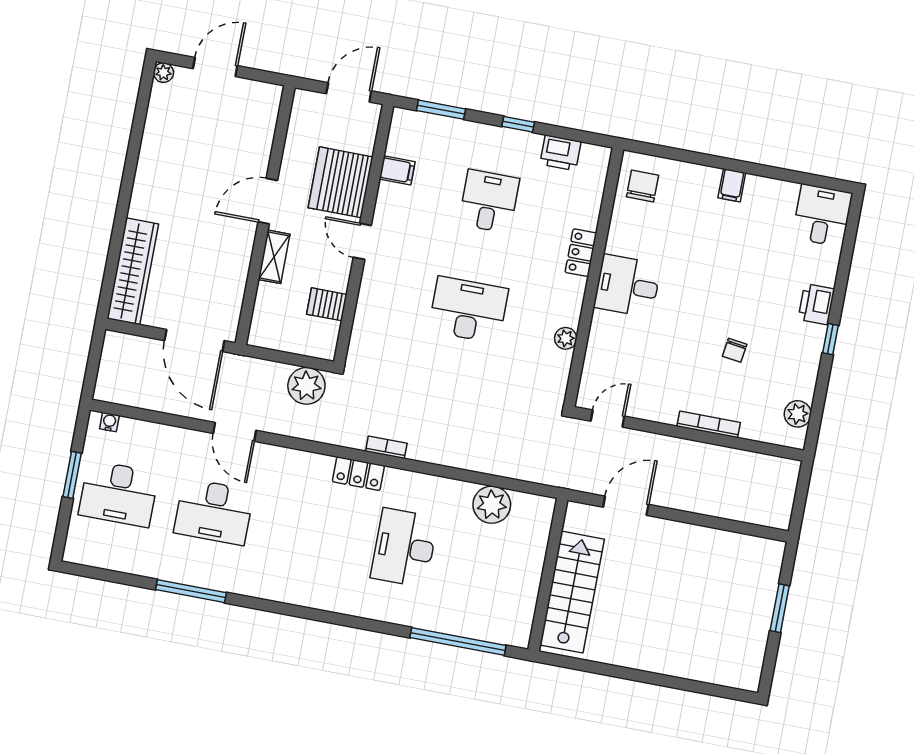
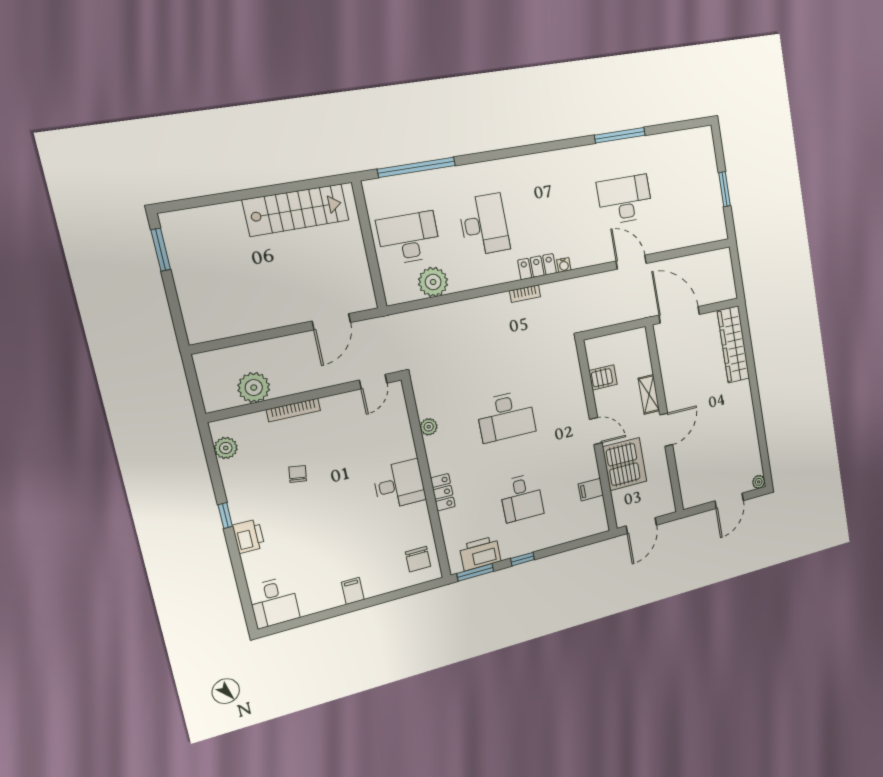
window: (441, 110) -> (475, 572), moved
printer: (561, 153) -> (480, 553), width x1.37, depth x1.19
plant: (306, 386) -> (254, 388), moved
water cooler: (109, 422) -> (564, 265), moved
desk: (119, 494) -> (409, 238), moved
stairs: (572, 592) -> (296, 210), moved, turned -90
window: (780, 608) -> (161, 250), moved

